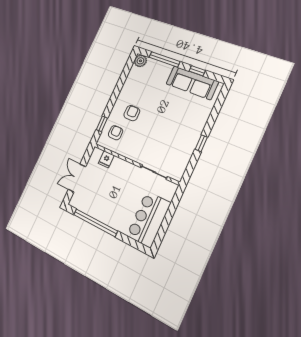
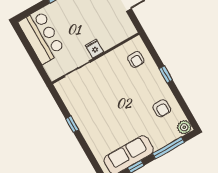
armchair: (132, 113) -> (162, 108), moved
window: (102, 124) -> (166, 74), moved
fridge: (106, 159) -> (94, 49), moved

